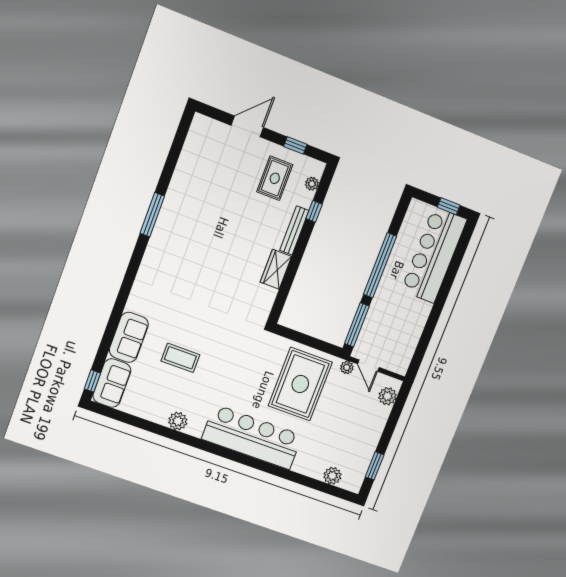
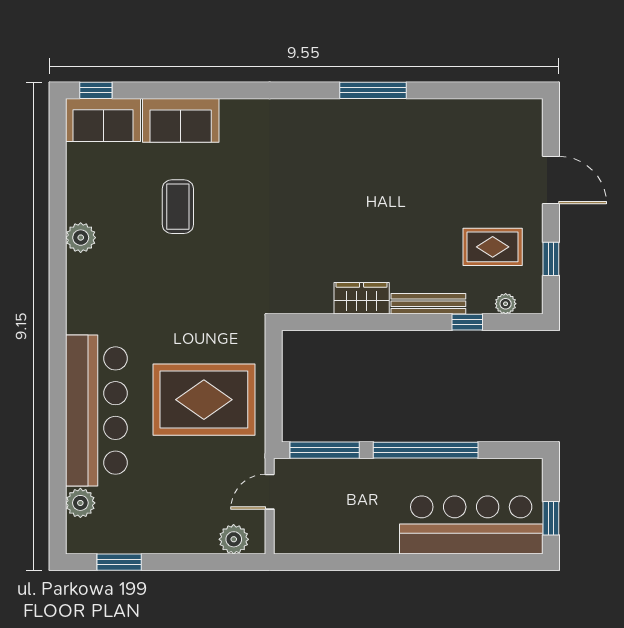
plant: (347, 367) -> (255, 460), removed
bar counter: (252, 437) -> (96, 411), moved

